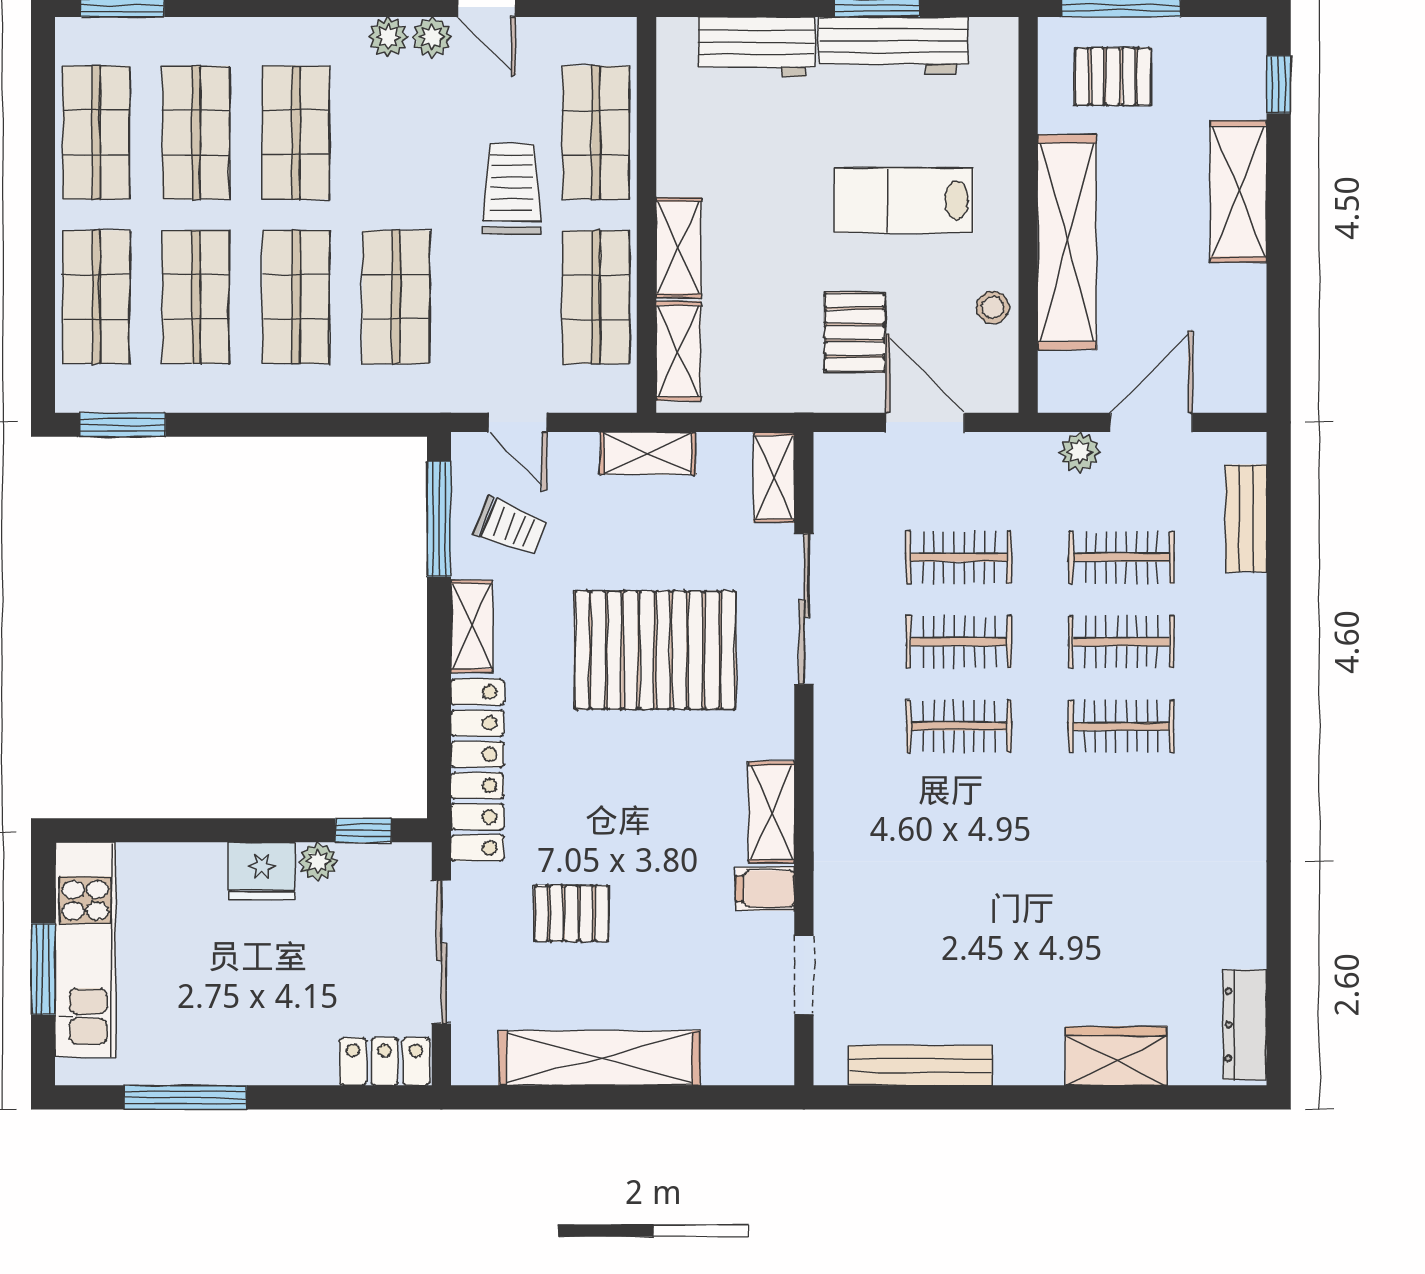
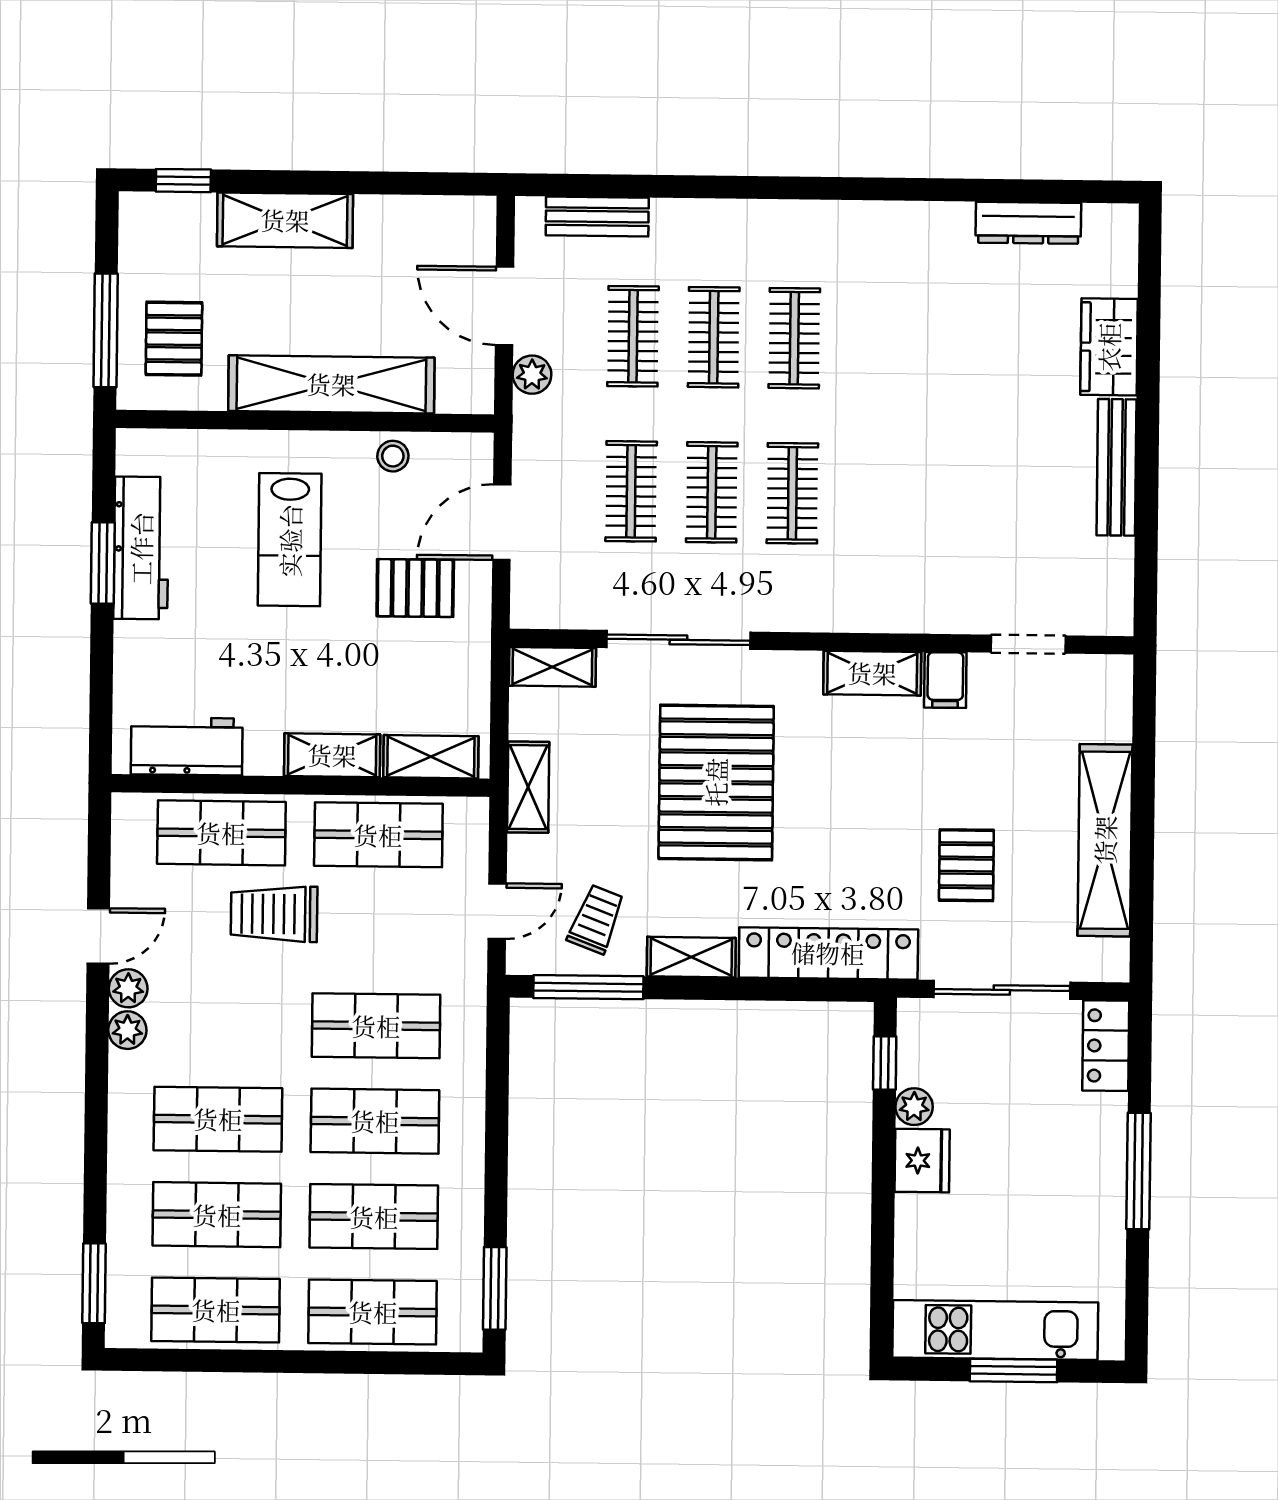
workbench: (757, 47) -> (187, 746), moved, turned -90
dresser: (1245, 1025) -> (1028, 223), moved
bench: (920, 1065) -> (1117, 467), moved
window: (185, 1097) -> (1138, 1171), moved

